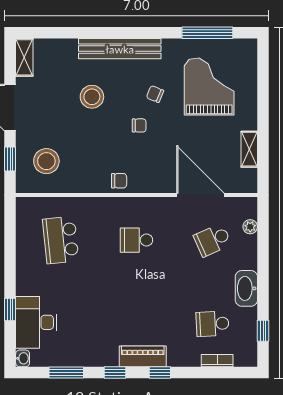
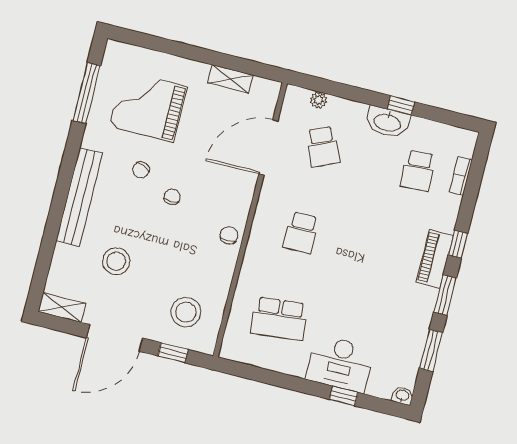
stool: (92, 97) -> (116, 261), moved
desk: (36, 322) -> (340, 364), moved
window: (263, 331) -> (401, 105), moved
window: (115, 373) -> (445, 295), width x1.50

